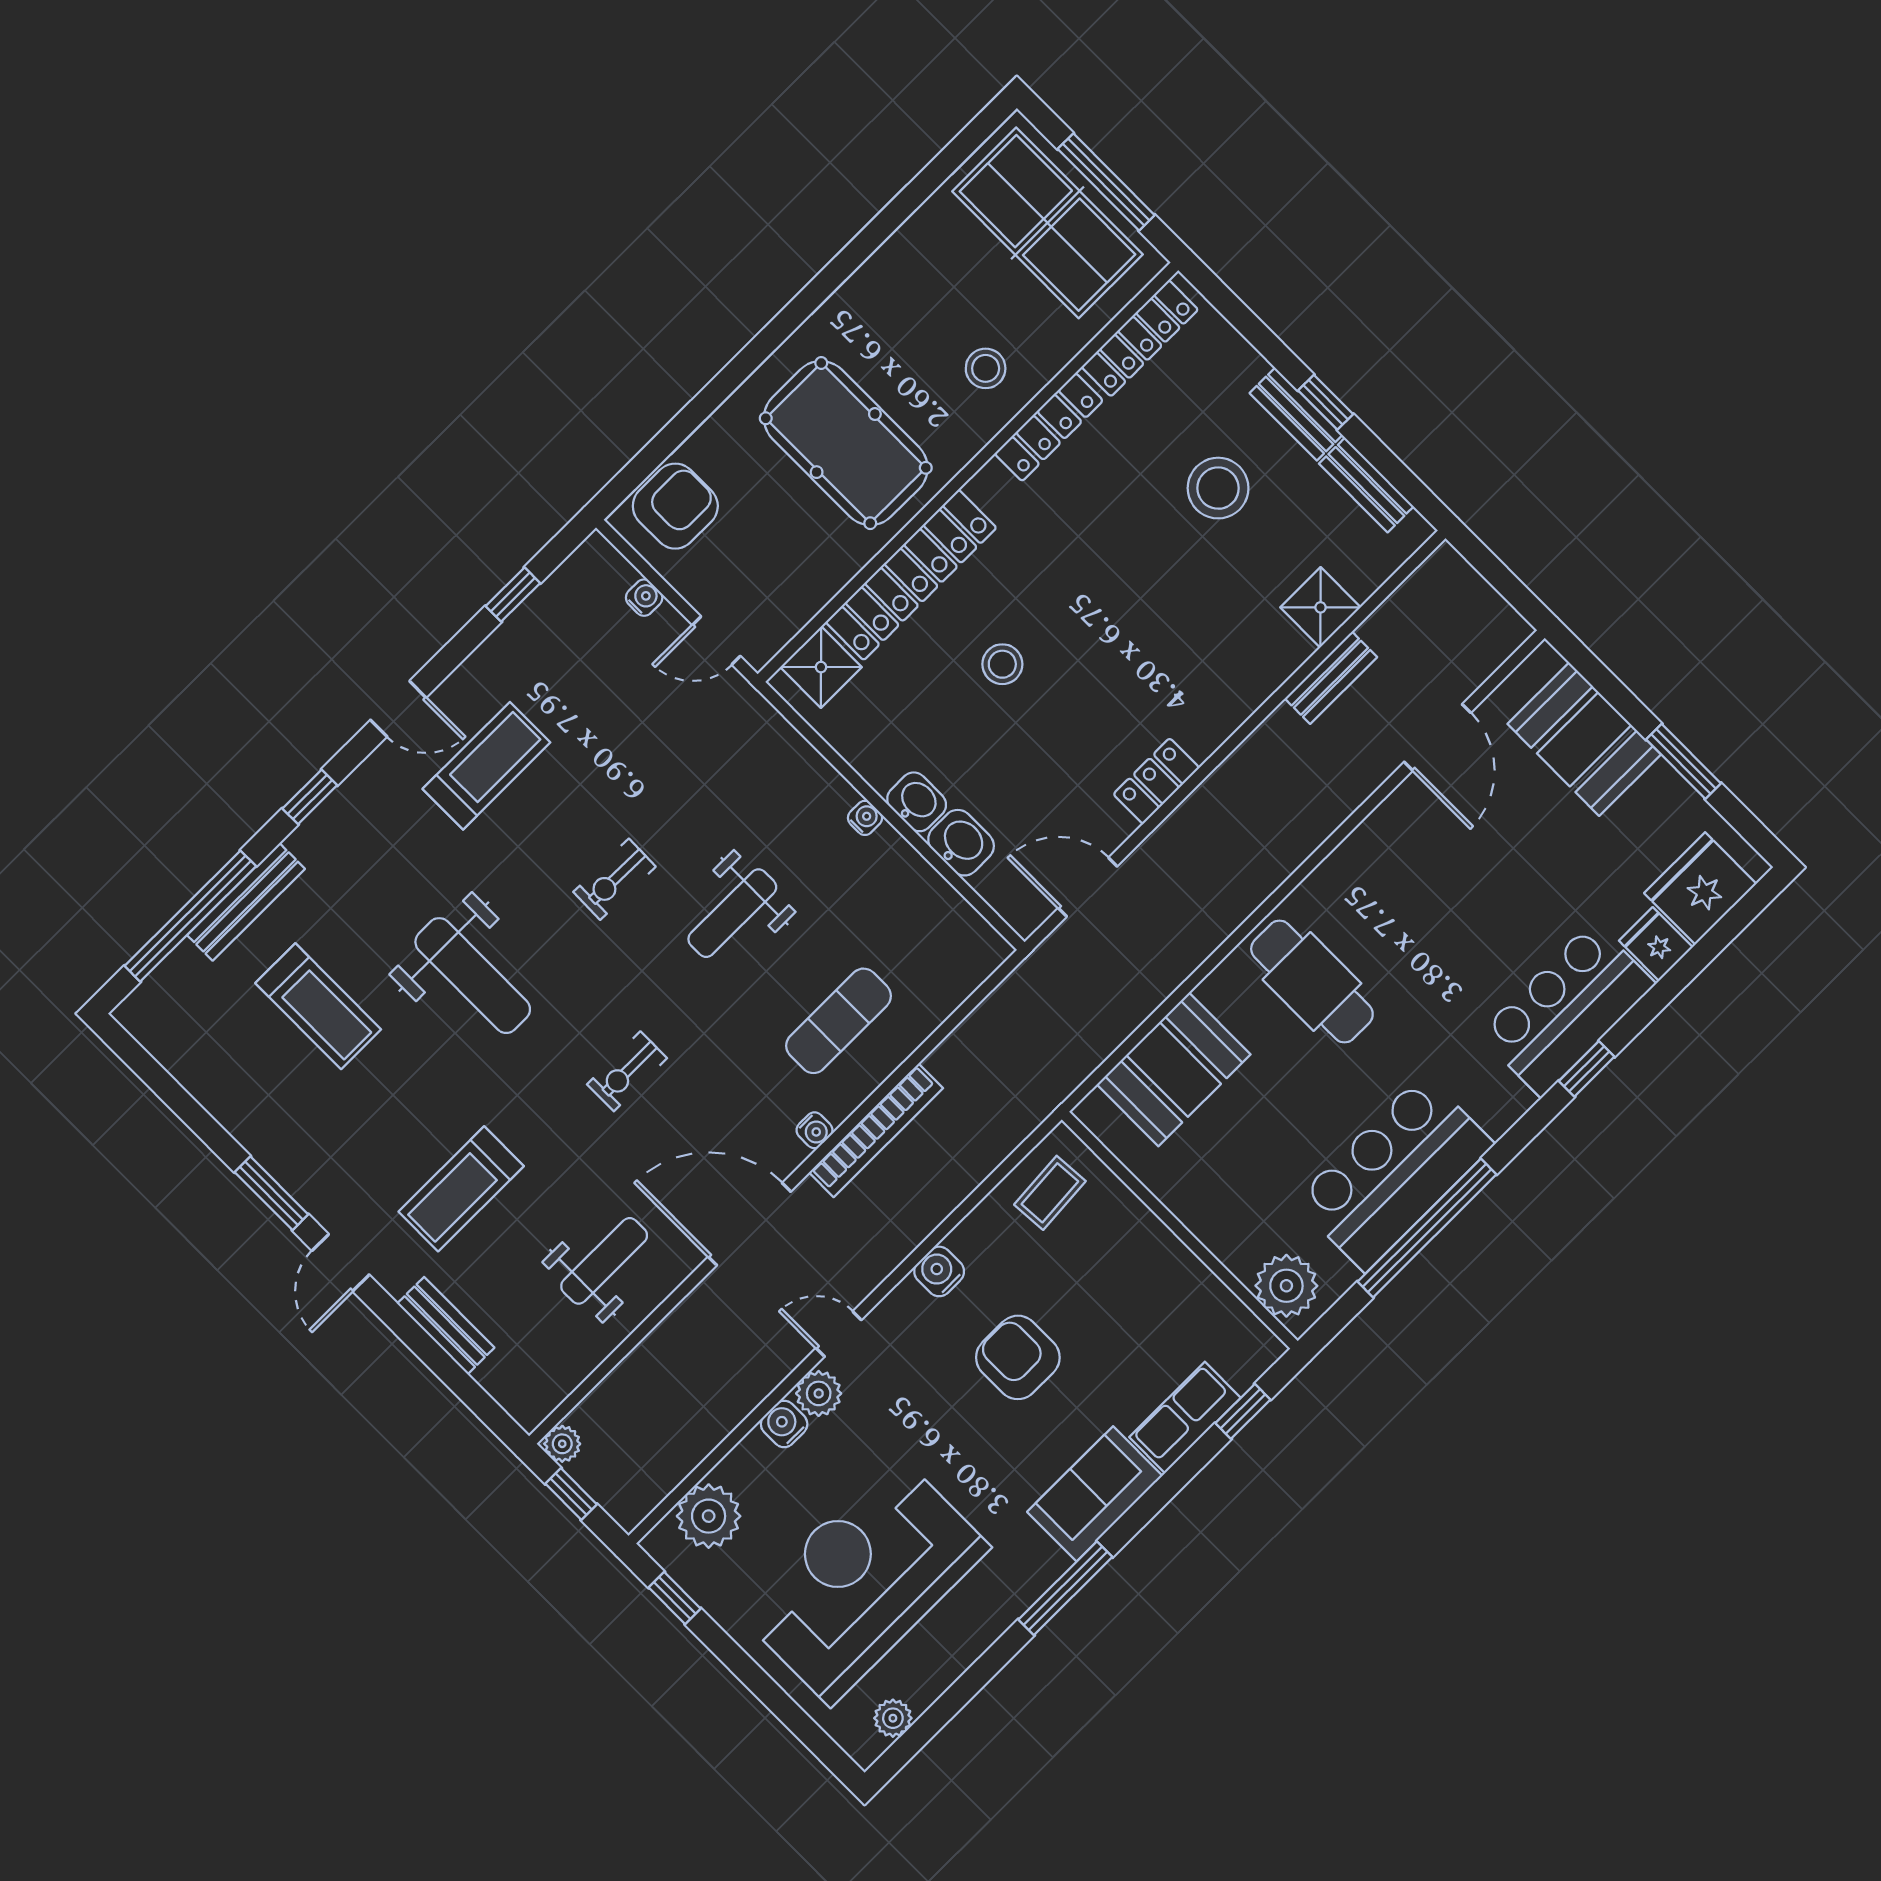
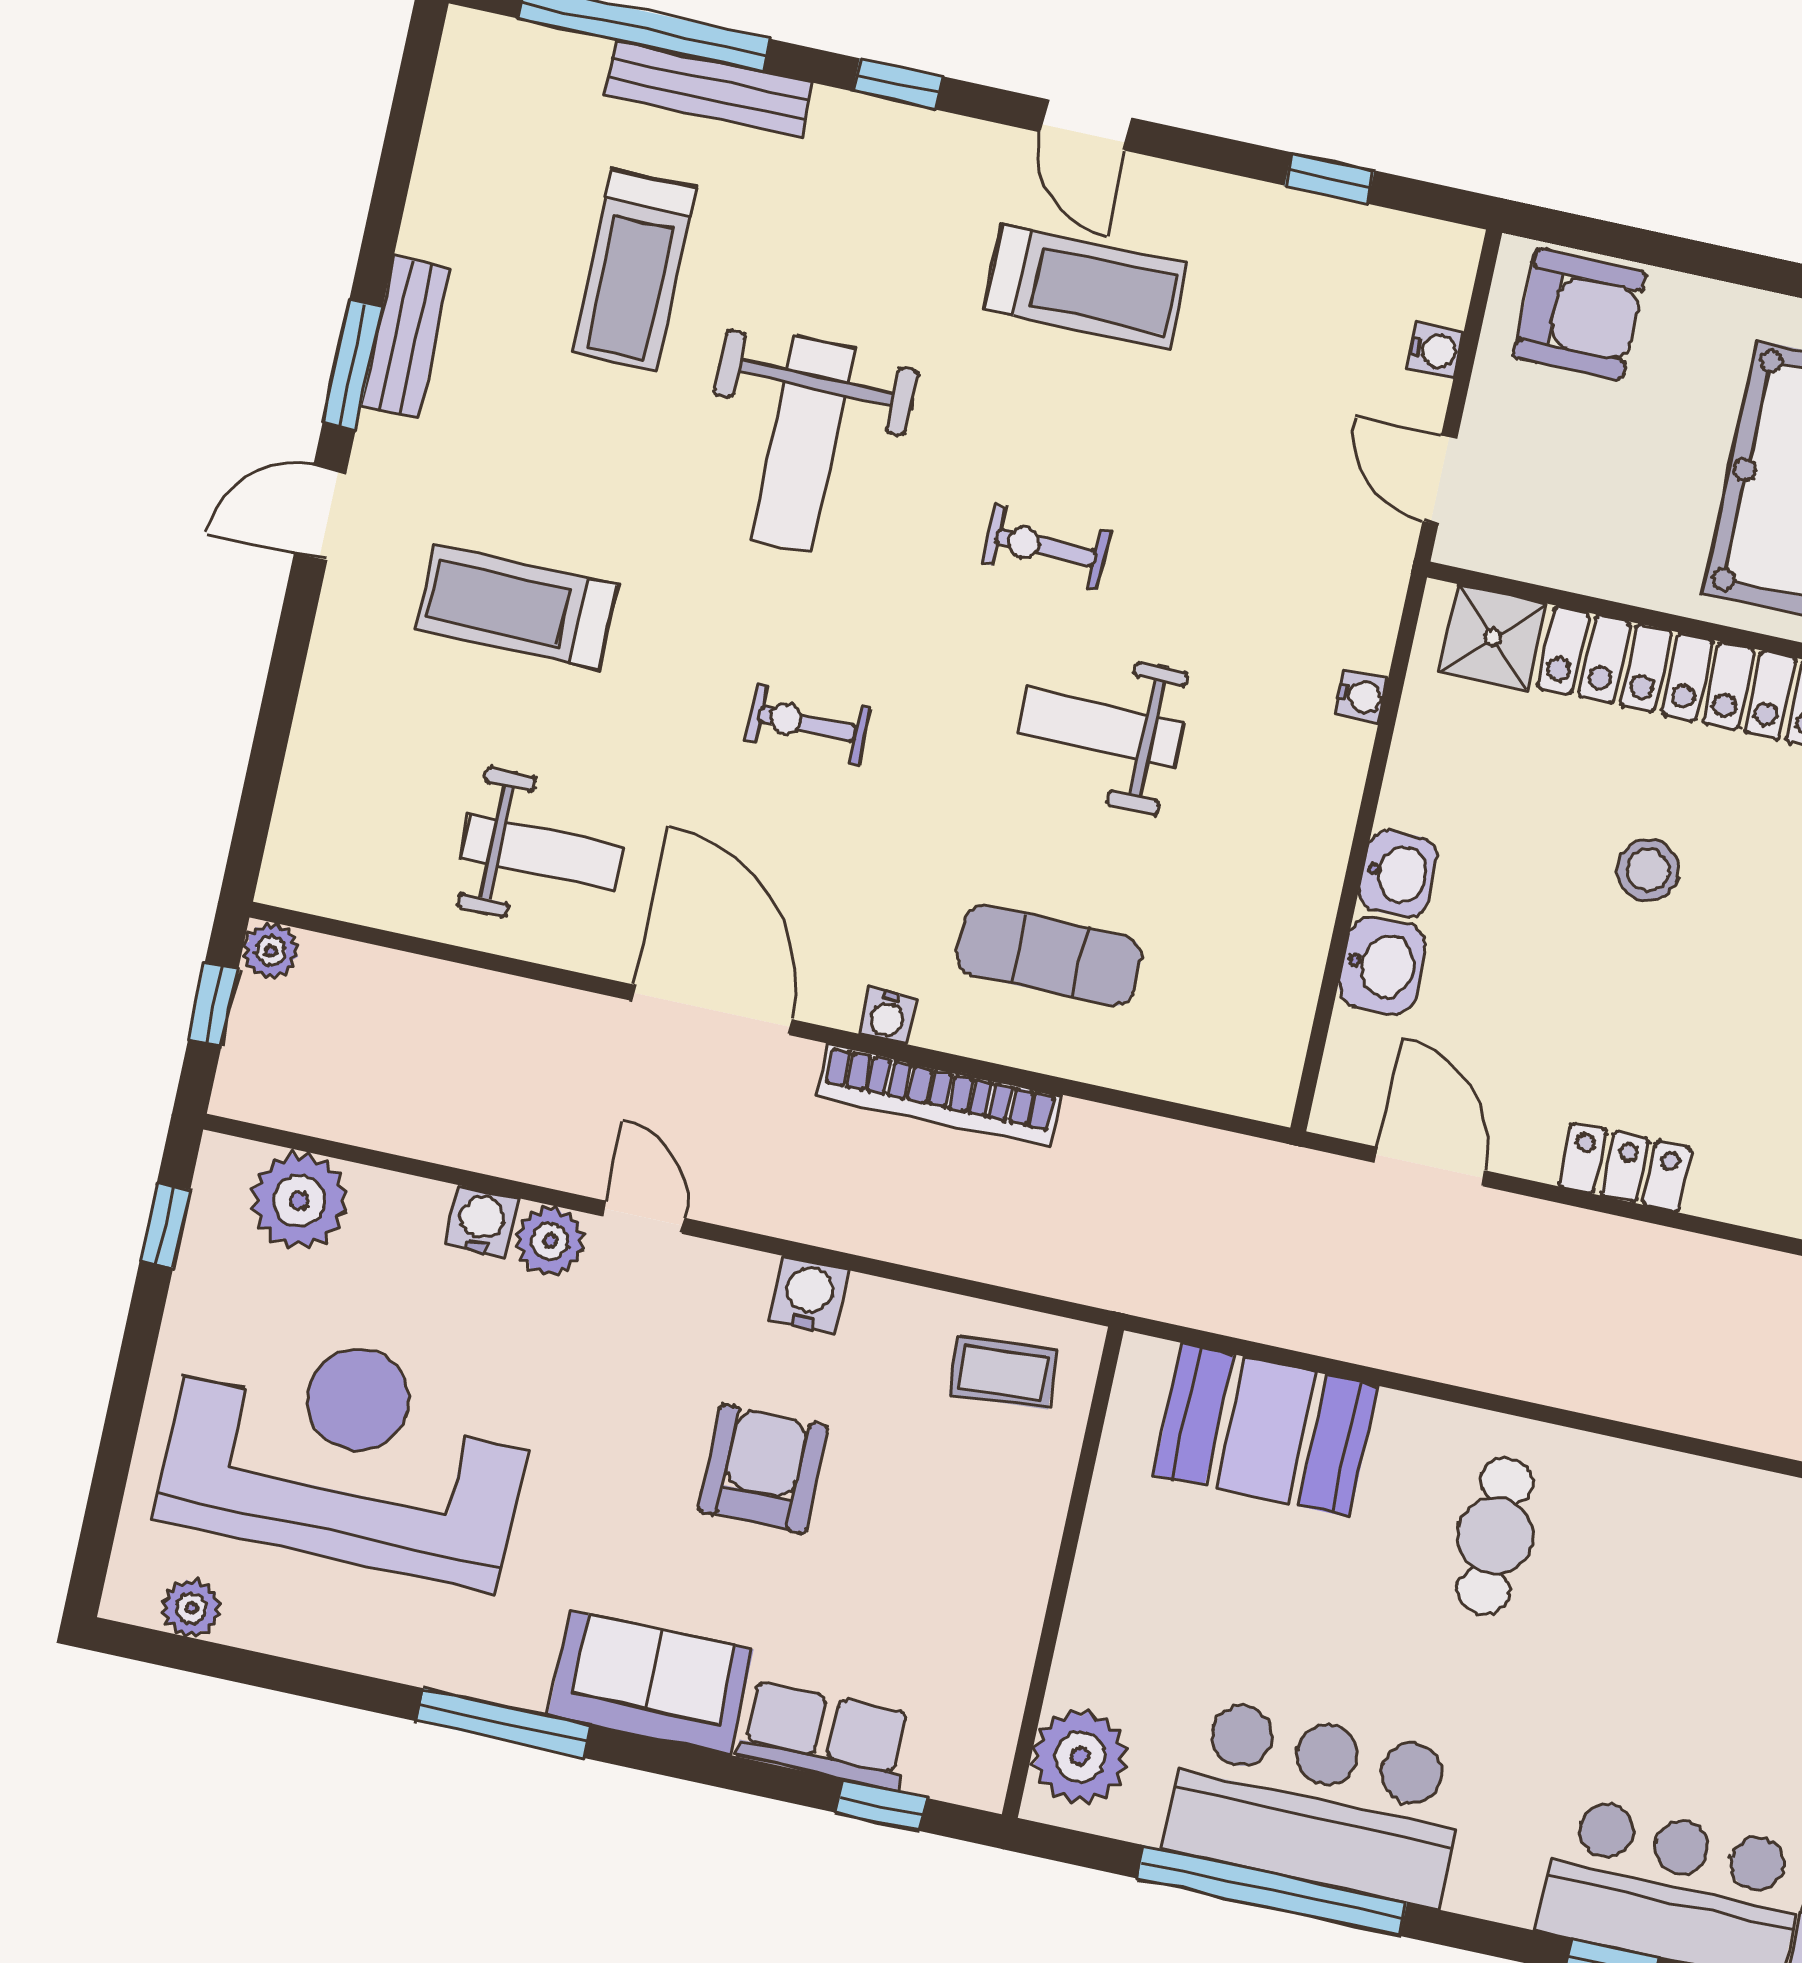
water cooler: (865, 818) -> (1361, 696), moved
cafe table: (1312, 982) -> (1495, 1536), width x0.73, depth x0.74
bench: (446, 1326) -> (406, 337), moved

